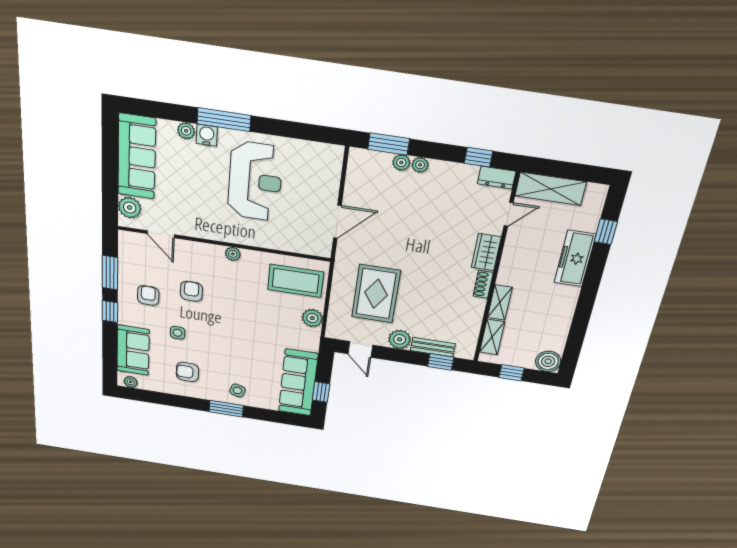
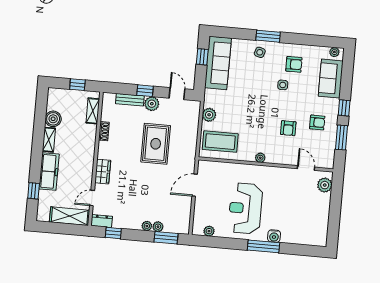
plant: (186, 131) -> (209, 231), moved
sofa: (137, 157) -> (318, 219), removed
shoe rack: (483, 284) -> (104, 131), moved
rug: (376, 294) -> (156, 144), moved
armchair: (148, 296) -> (317, 122), turned -91
shelving: (500, 302) -> (49, 140), moved
side table: (178, 333) -> (283, 85), moved
boiler: (548, 361) -> (53, 119), moved
window: (441, 362) -> (145, 91), moved

